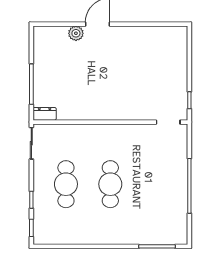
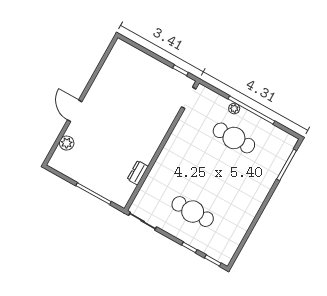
plant: (76, 33) -> (67, 143), moved
dresser: (45, 114) -> (138, 173), moved
plant: (182, 169) -> (234, 109), added
cafe table: (110, 184) -> (234, 138), moved

